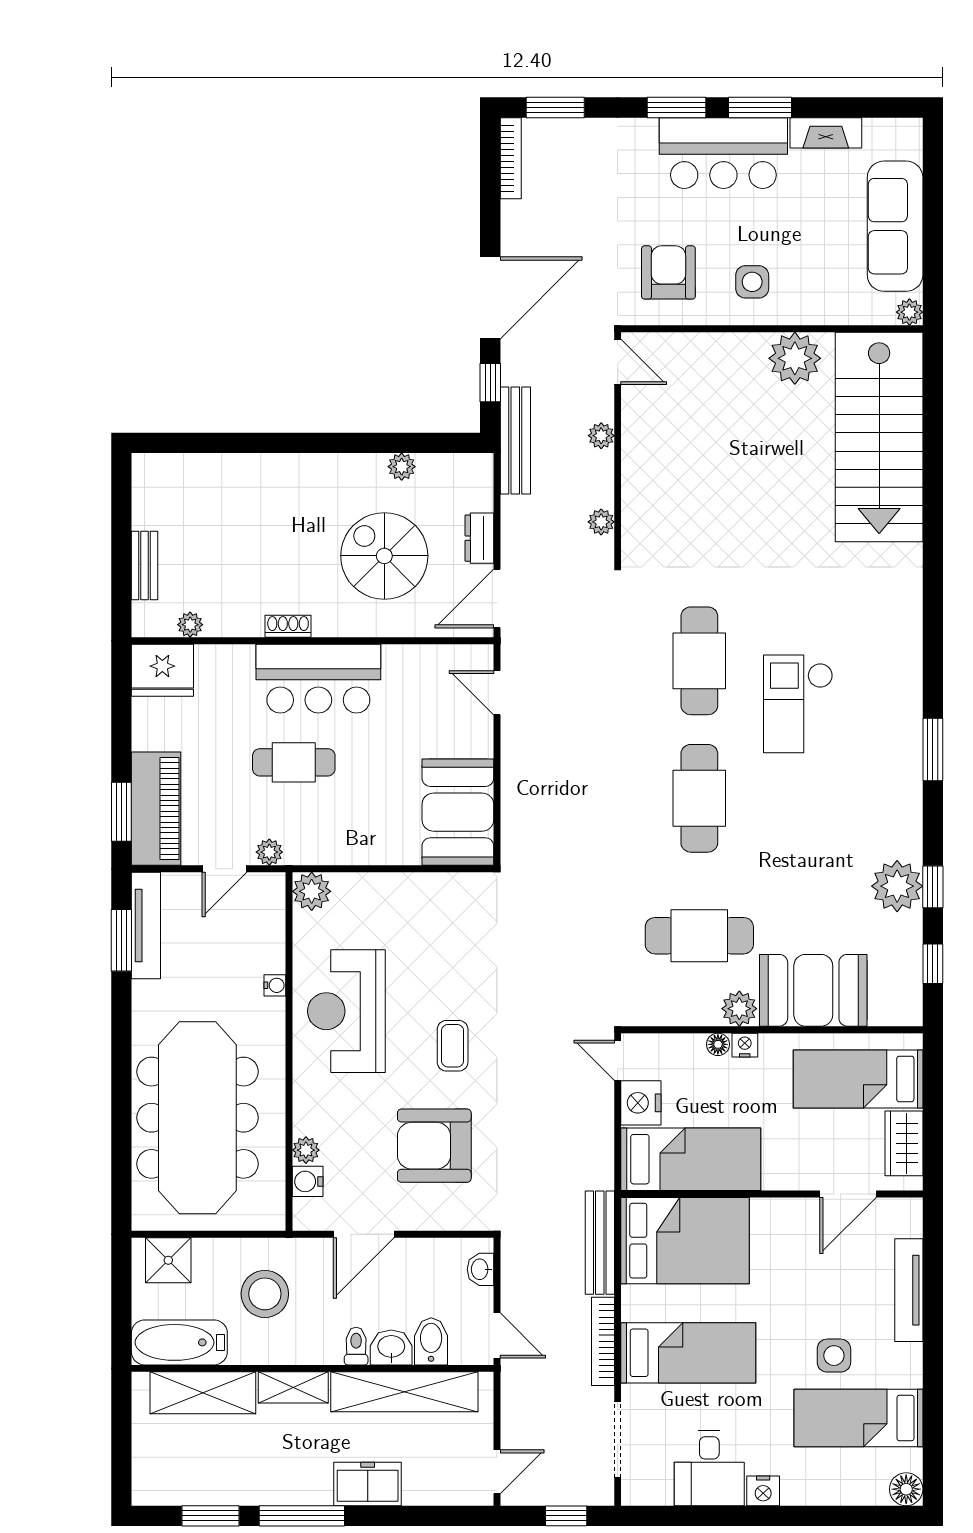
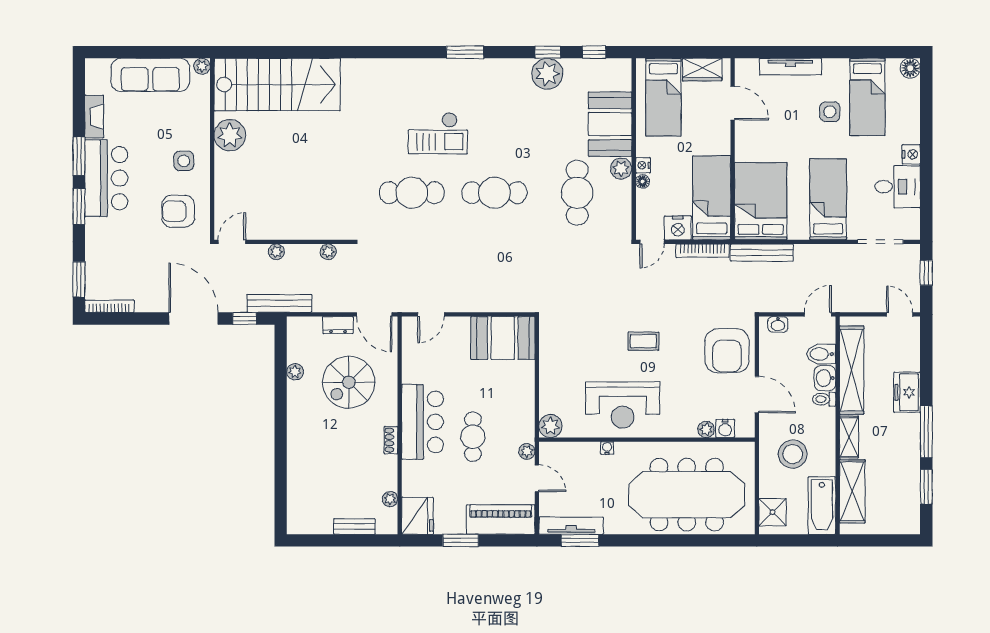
window: (121, 812) -> (461, 540), moved
armchair: (434, 1146) -> (727, 351), moved
bookcase: (603, 1341) -> (703, 251), moved

